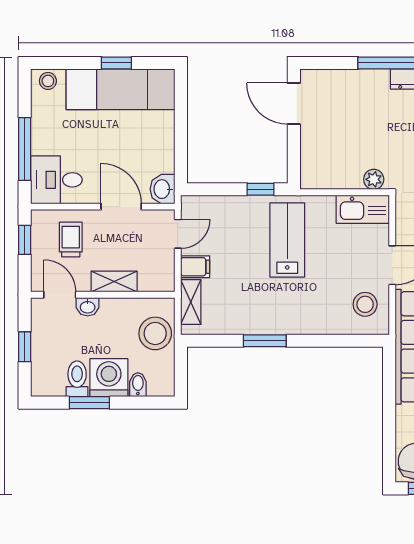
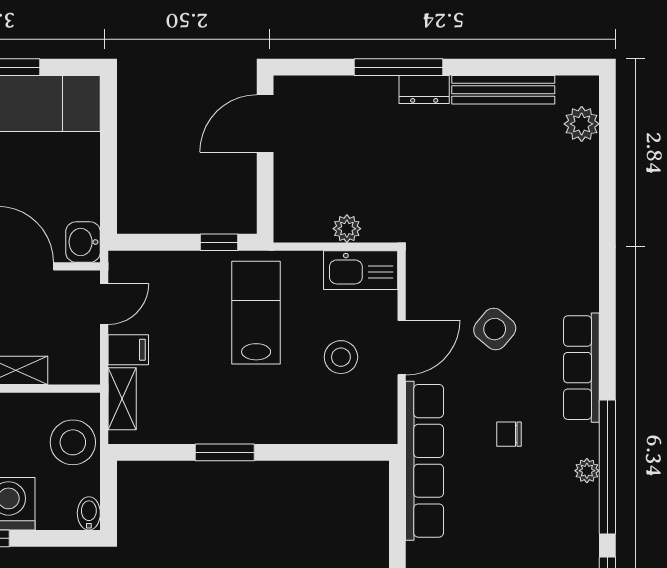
door: (294, 104) -> (265, 123), hinge flipped
plant: (374, 179) -> (347, 229), moved
stool: (365, 304) -> (341, 357), moved
bidet: (138, 385) -> (89, 513), moved

